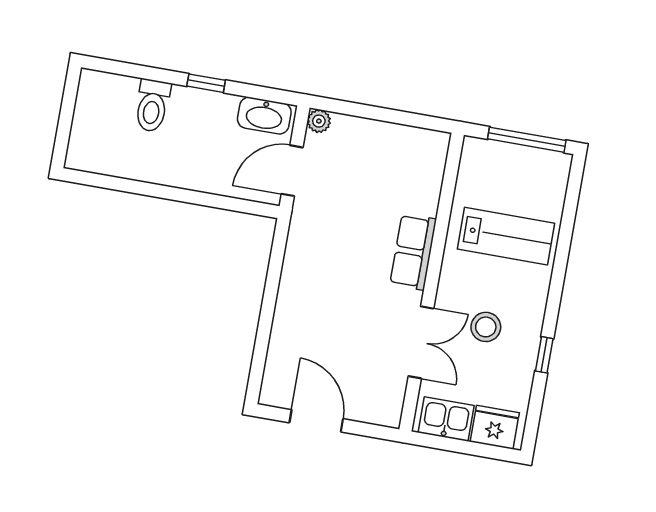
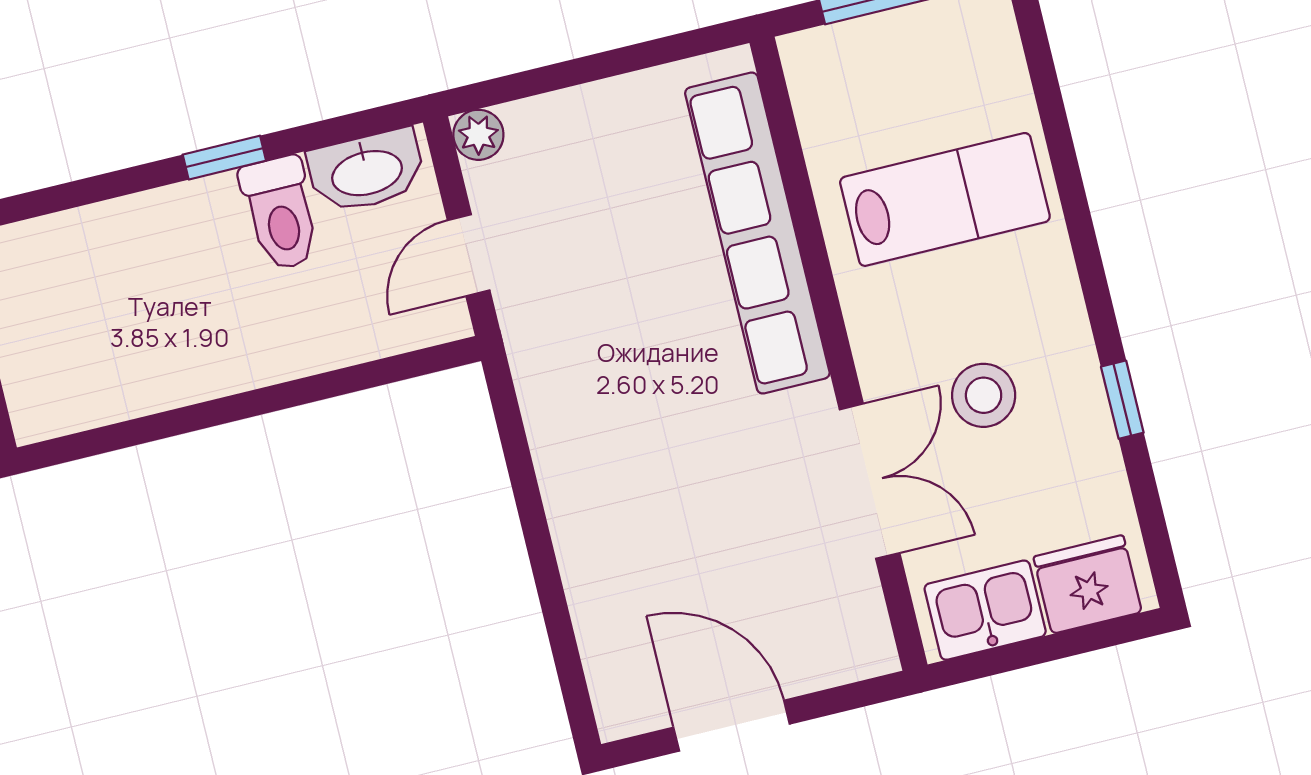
toilet: (152, 106) -> (280, 213), moved
door: (292, 171) -> (469, 255), width x0.73
row of seats: (413, 252) -> (757, 233), width x2.02

